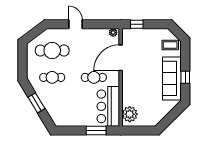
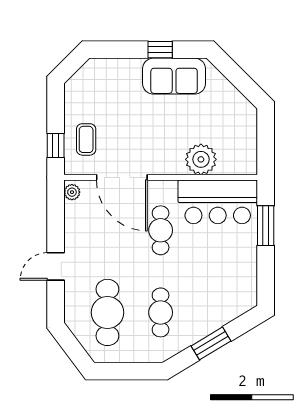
coffee table: (170, 45) -> (86, 139), moved
sofa: (172, 78) -> (174, 76), width x0.73
plant: (130, 114) -> (201, 159), moved

